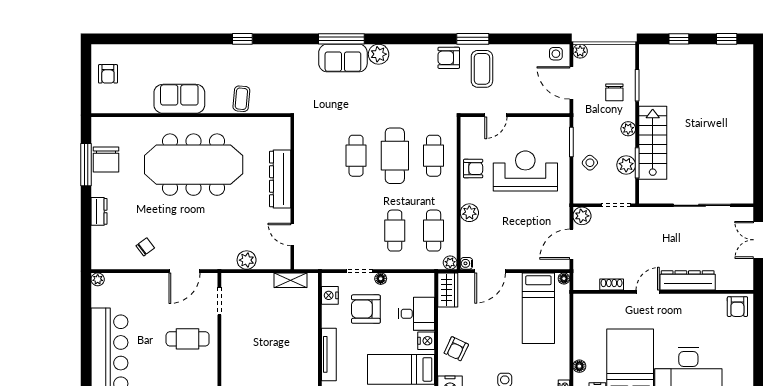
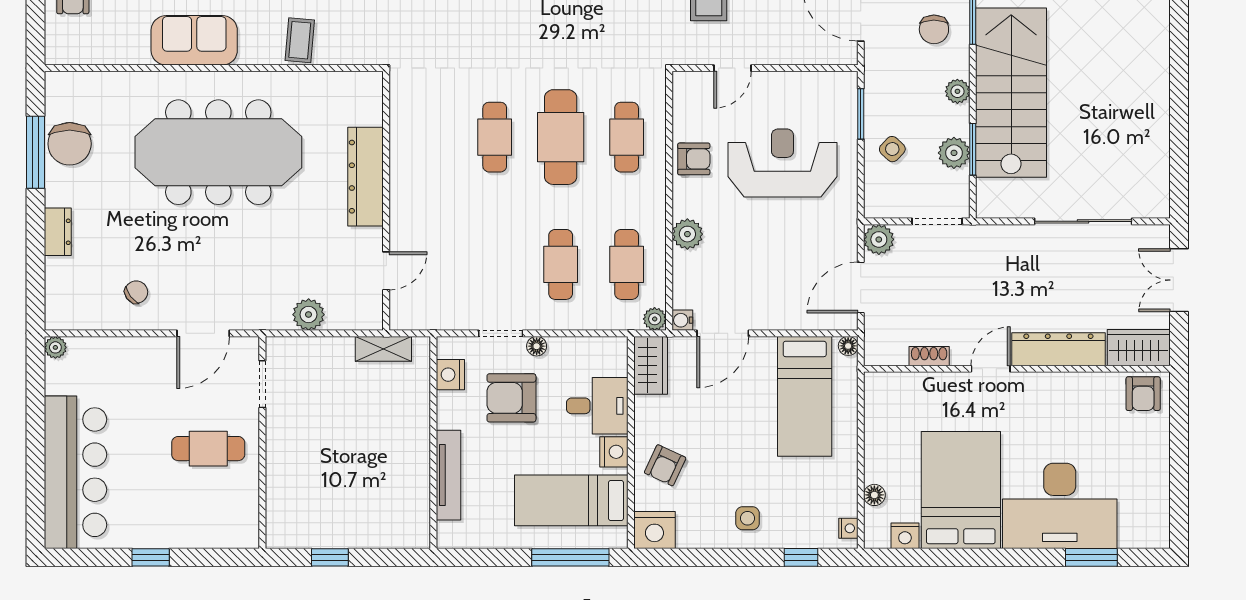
stairs: (653, 143) -> (1011, 93), width x1.36, depth x1.51
door: (292, 234) -> (386, 271), swing flipped
wardrobe: (735, 279) -> (1139, 348), added

